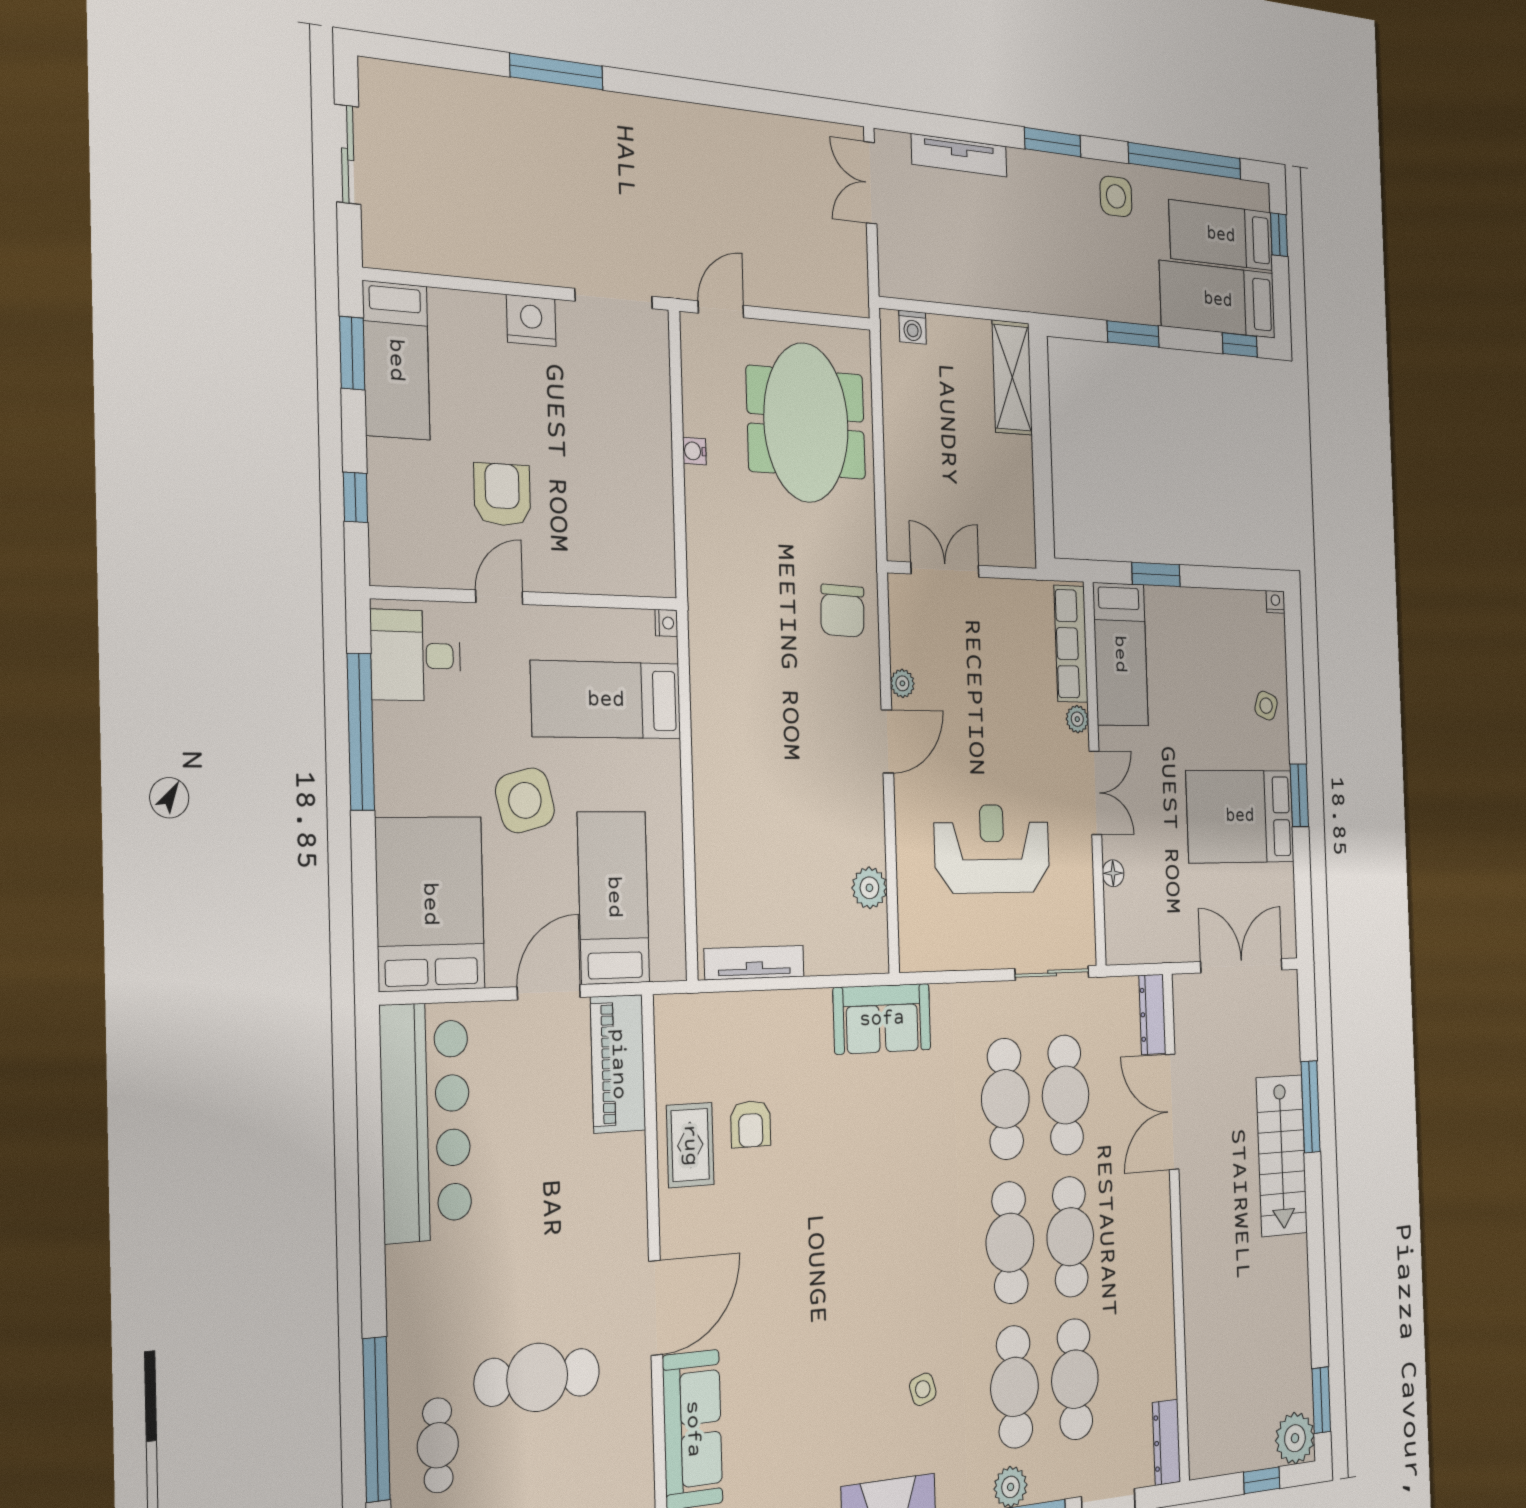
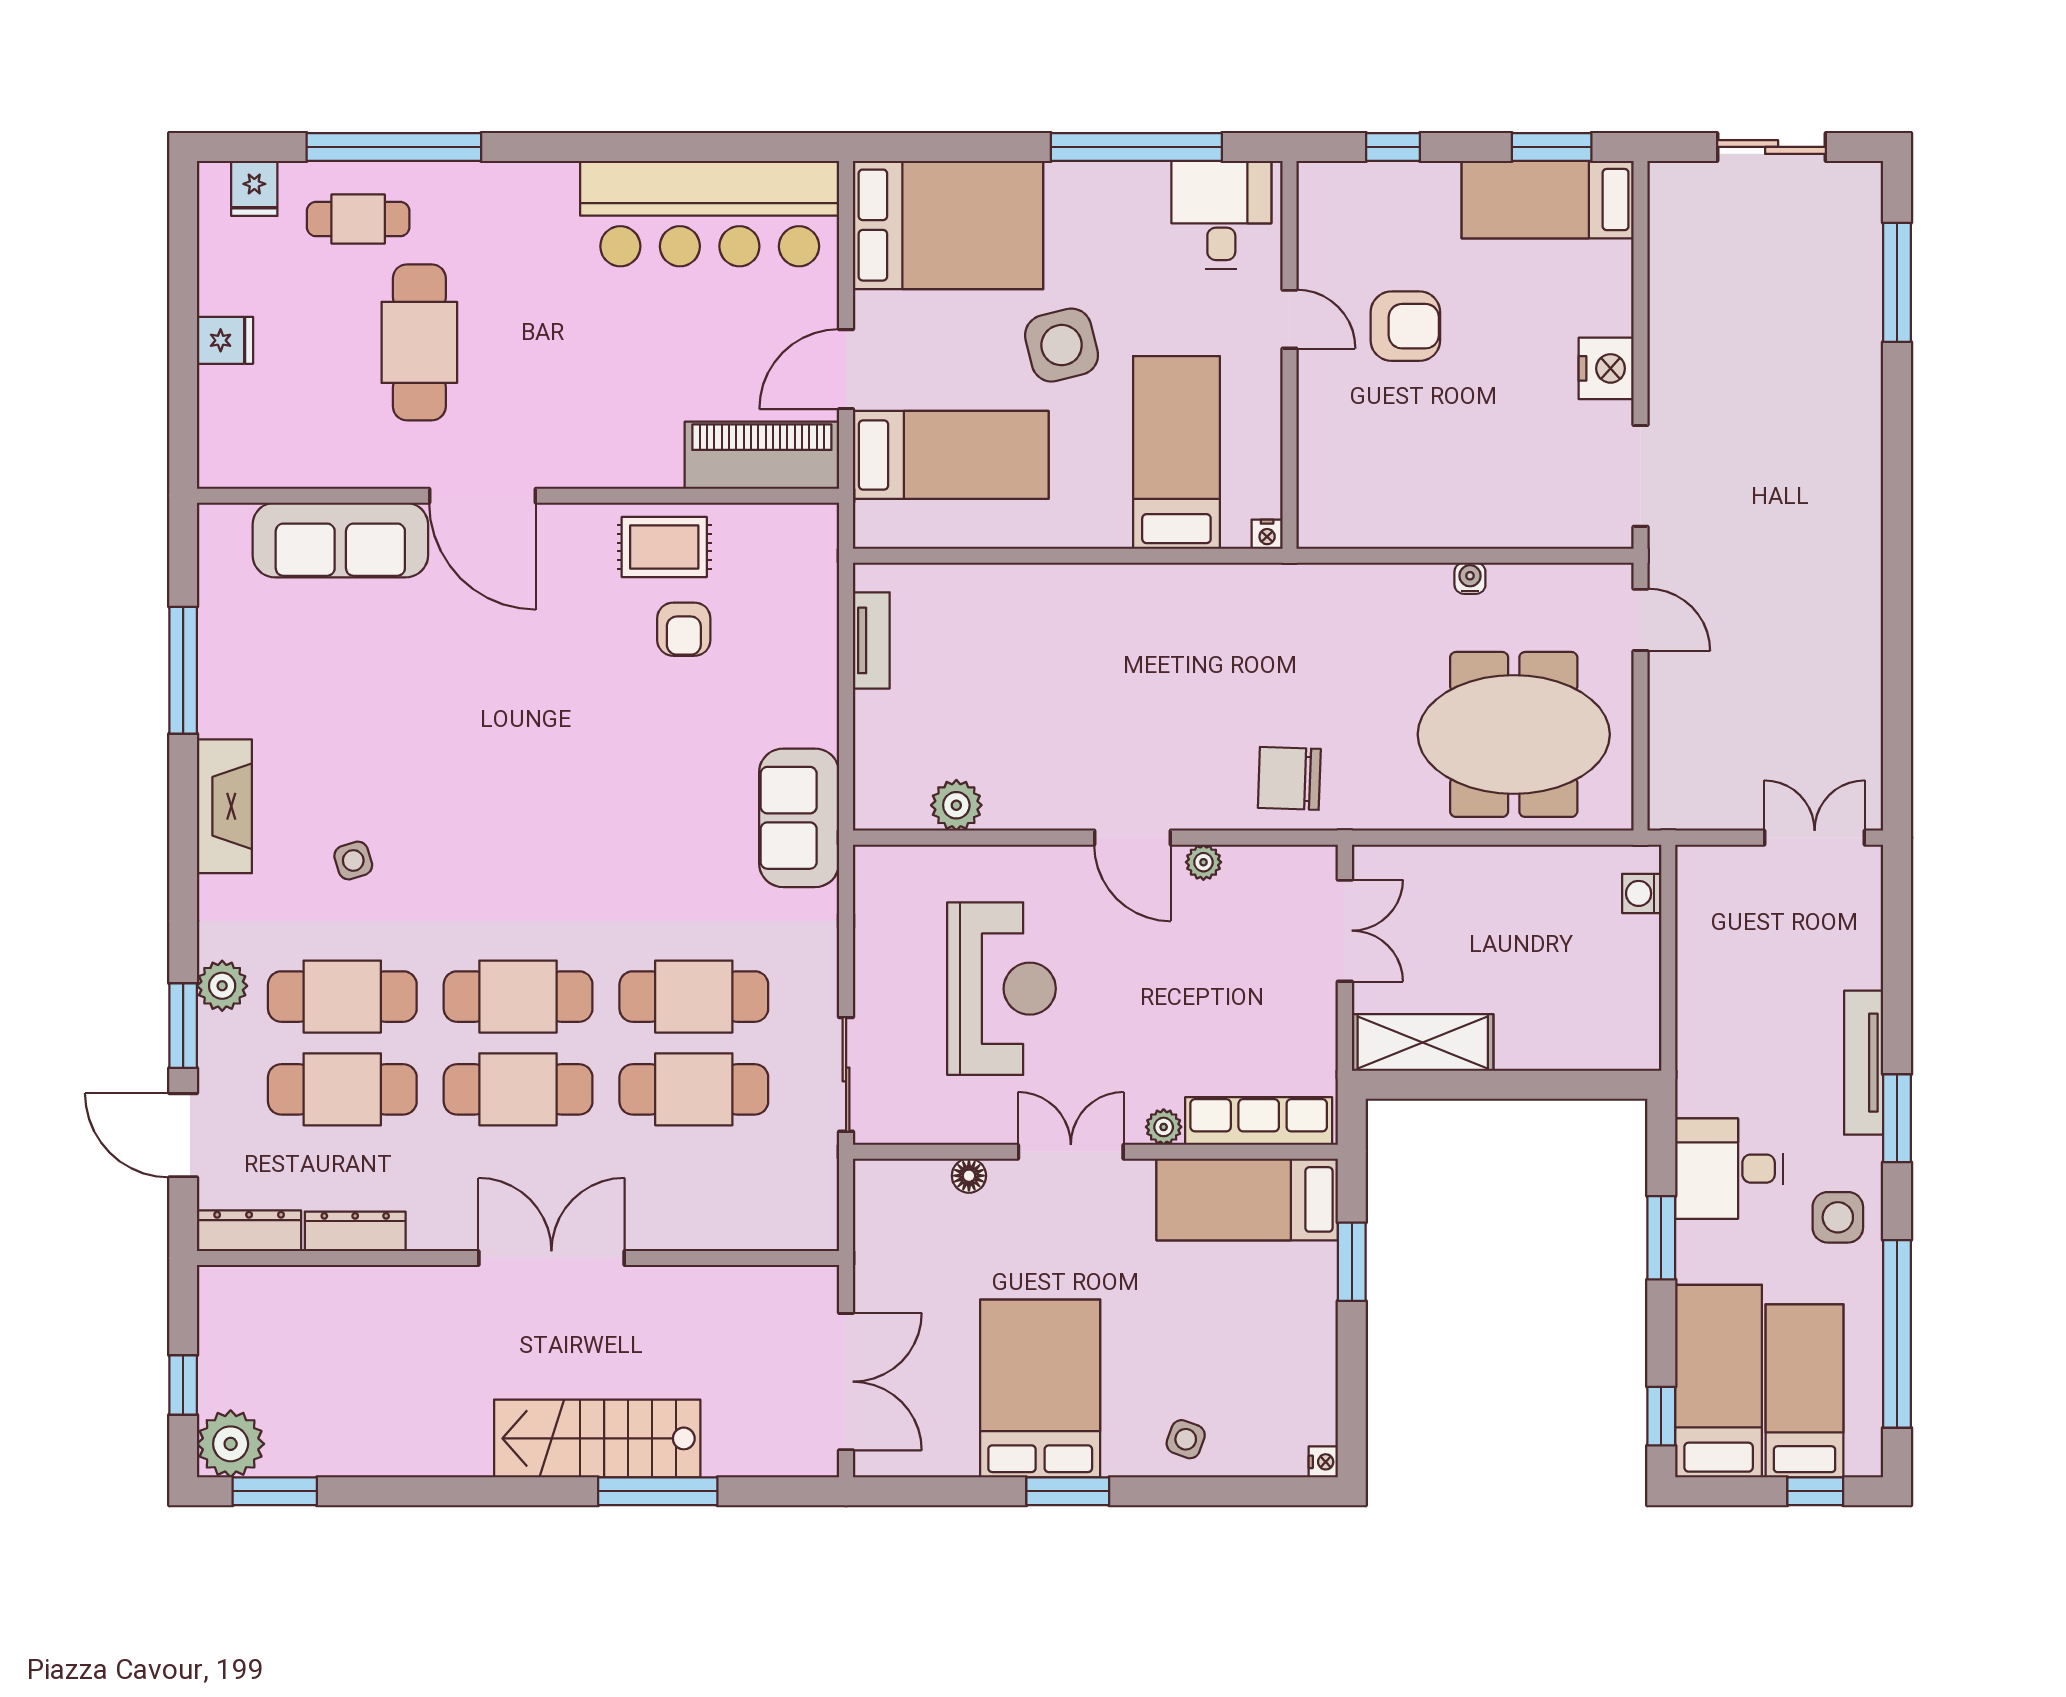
window: (557, 71) -> (1897, 282), moved
tv unit: (959, 155) -> (1864, 1063), moved
desk: (1089, 277) -> (1729, 1169), added
shelving: (1012, 378) -> (1423, 1043), moved
double door: (1095, 793) -> (1071, 1152), swing flipped
tv unit: (754, 963) -> (871, 640), width x0.71
door: (549, 992) -> (846, 369), swing flipped
dresser: (1152, 1014) -> (355, 1231), moved
double door: (1172, 1112) -> (551, 1258), moved
armchair: (751, 1124) -> (684, 629), turned -90

